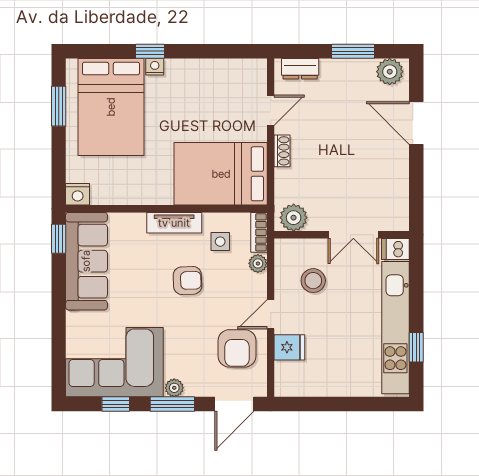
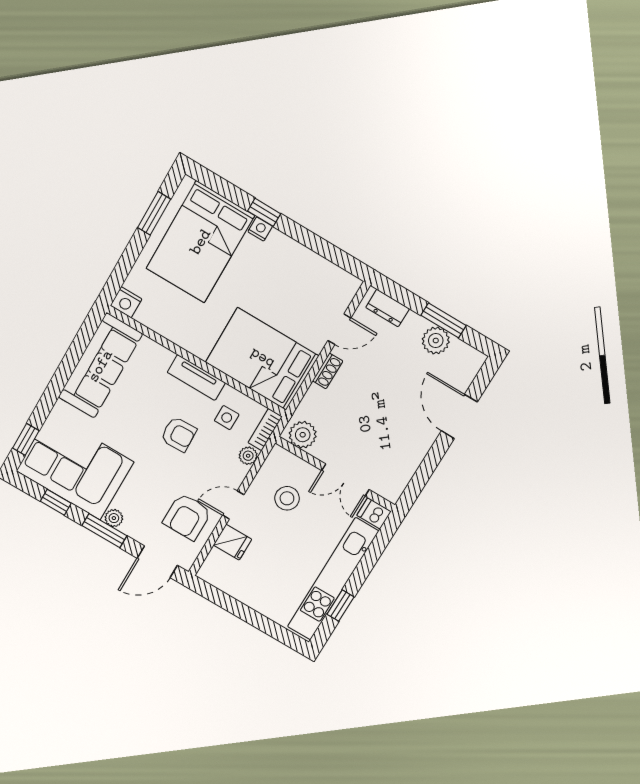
plant: (390, 72) -> (436, 341), moved
window: (59, 239) -> (26, 439), moved

